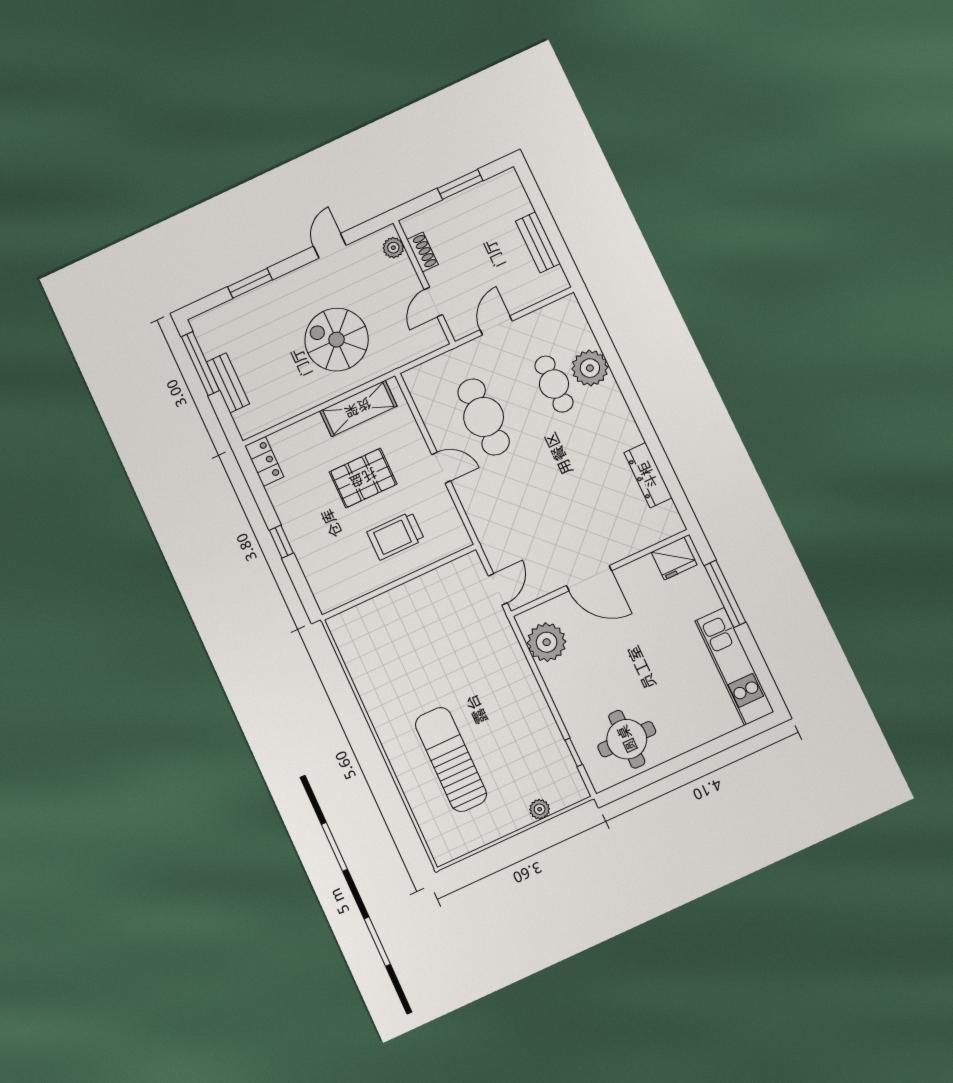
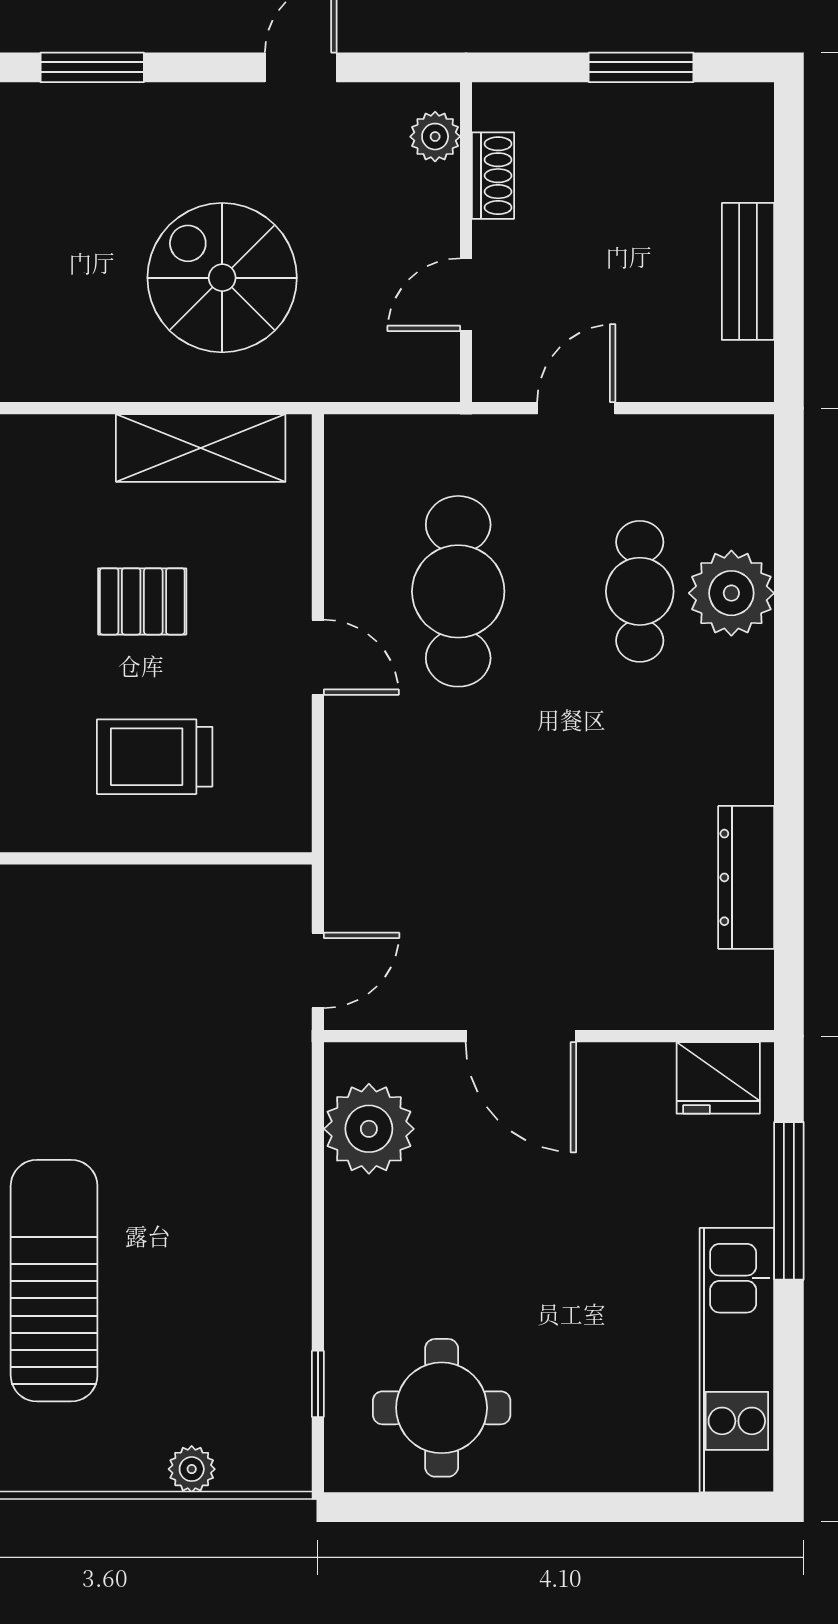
pallet: (363, 478) -> (142, 601), width x0.67, depth x0.71

